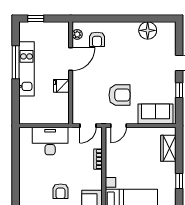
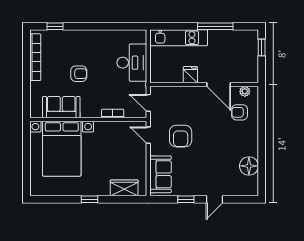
kitchen unit: (27, 69) -> (179, 38), moved
armchair: (61, 191) -> (79, 74), turned 180

